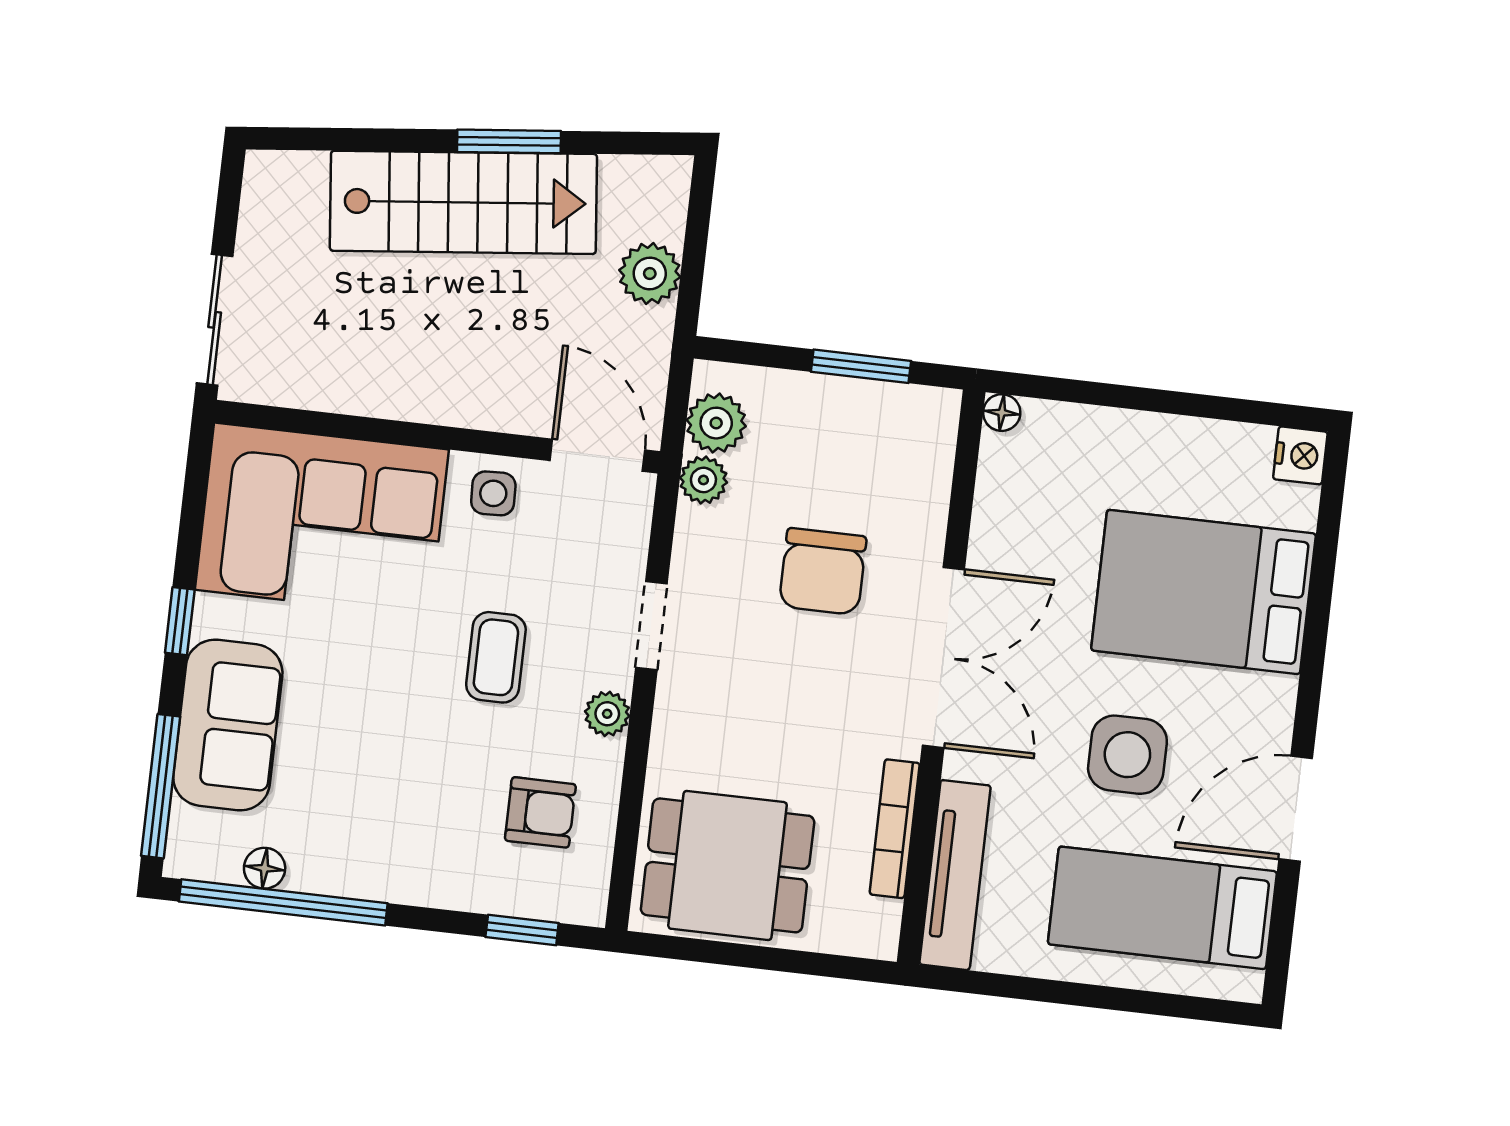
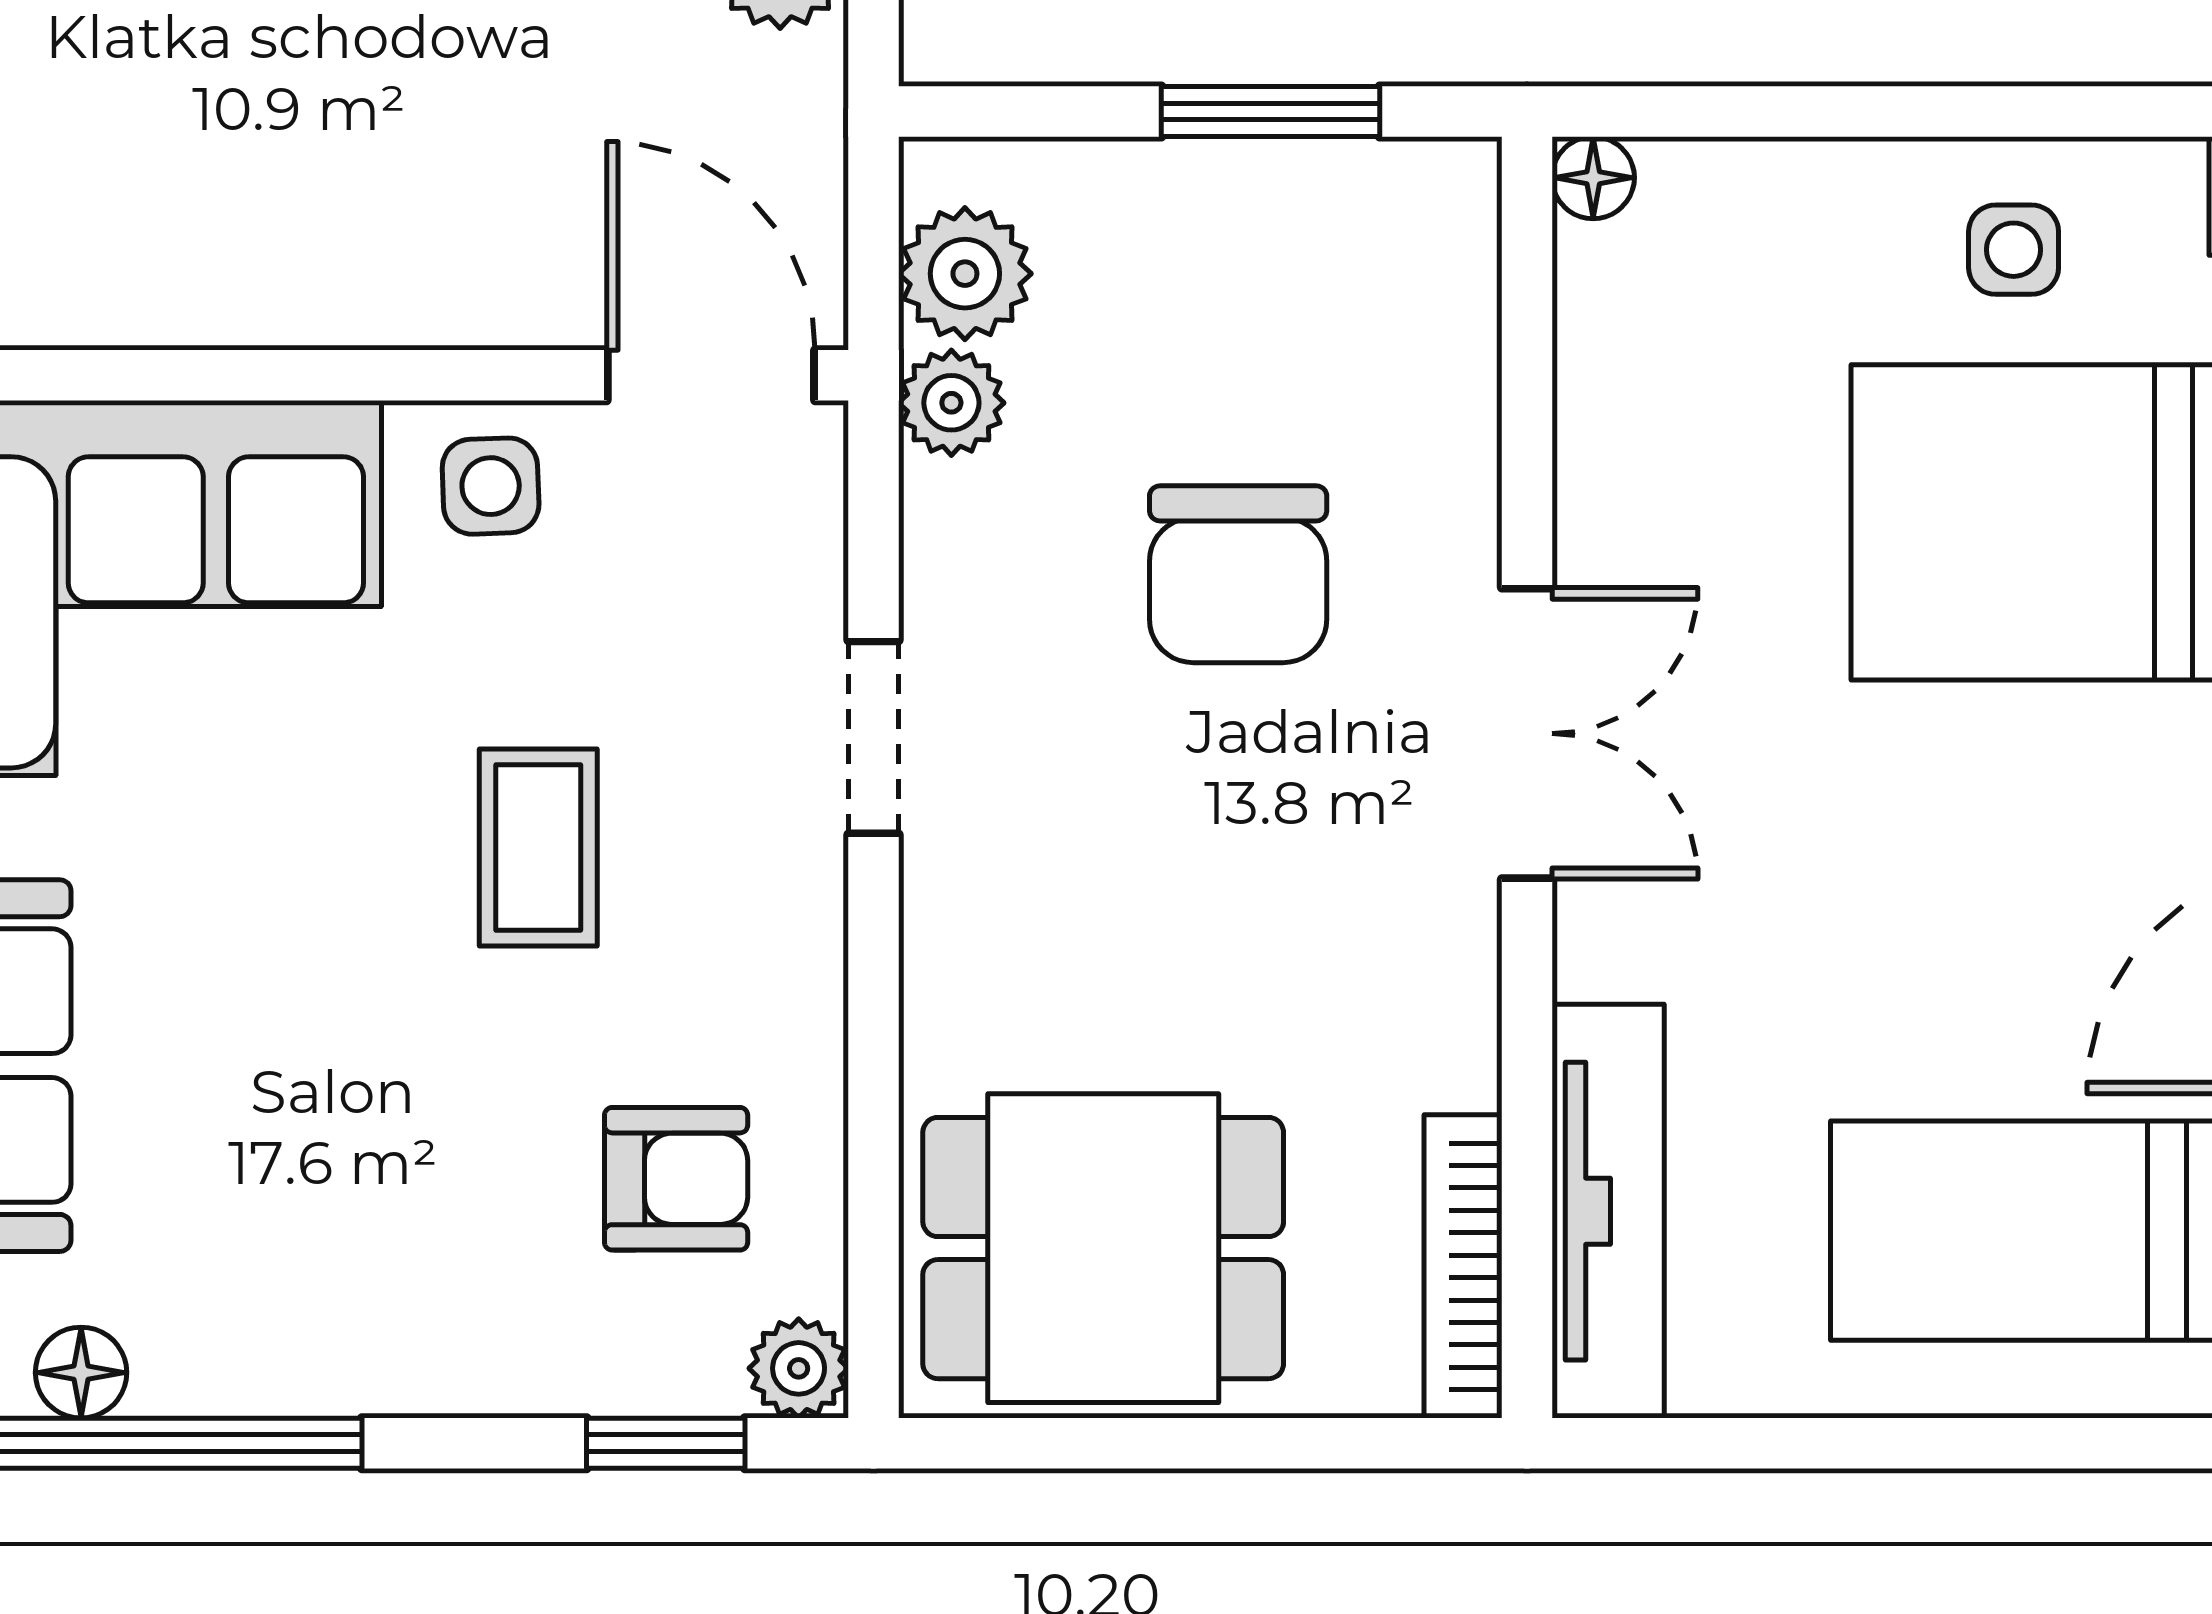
double door: (943, 657) -> (1527, 733), width x0.73
plant: (607, 714) -> (799, 1368), moved
side table: (1127, 755) -> (2014, 250), moved, width x0.54, depth x0.54
bookcase: (895, 829) -> (1463, 1266), moved

